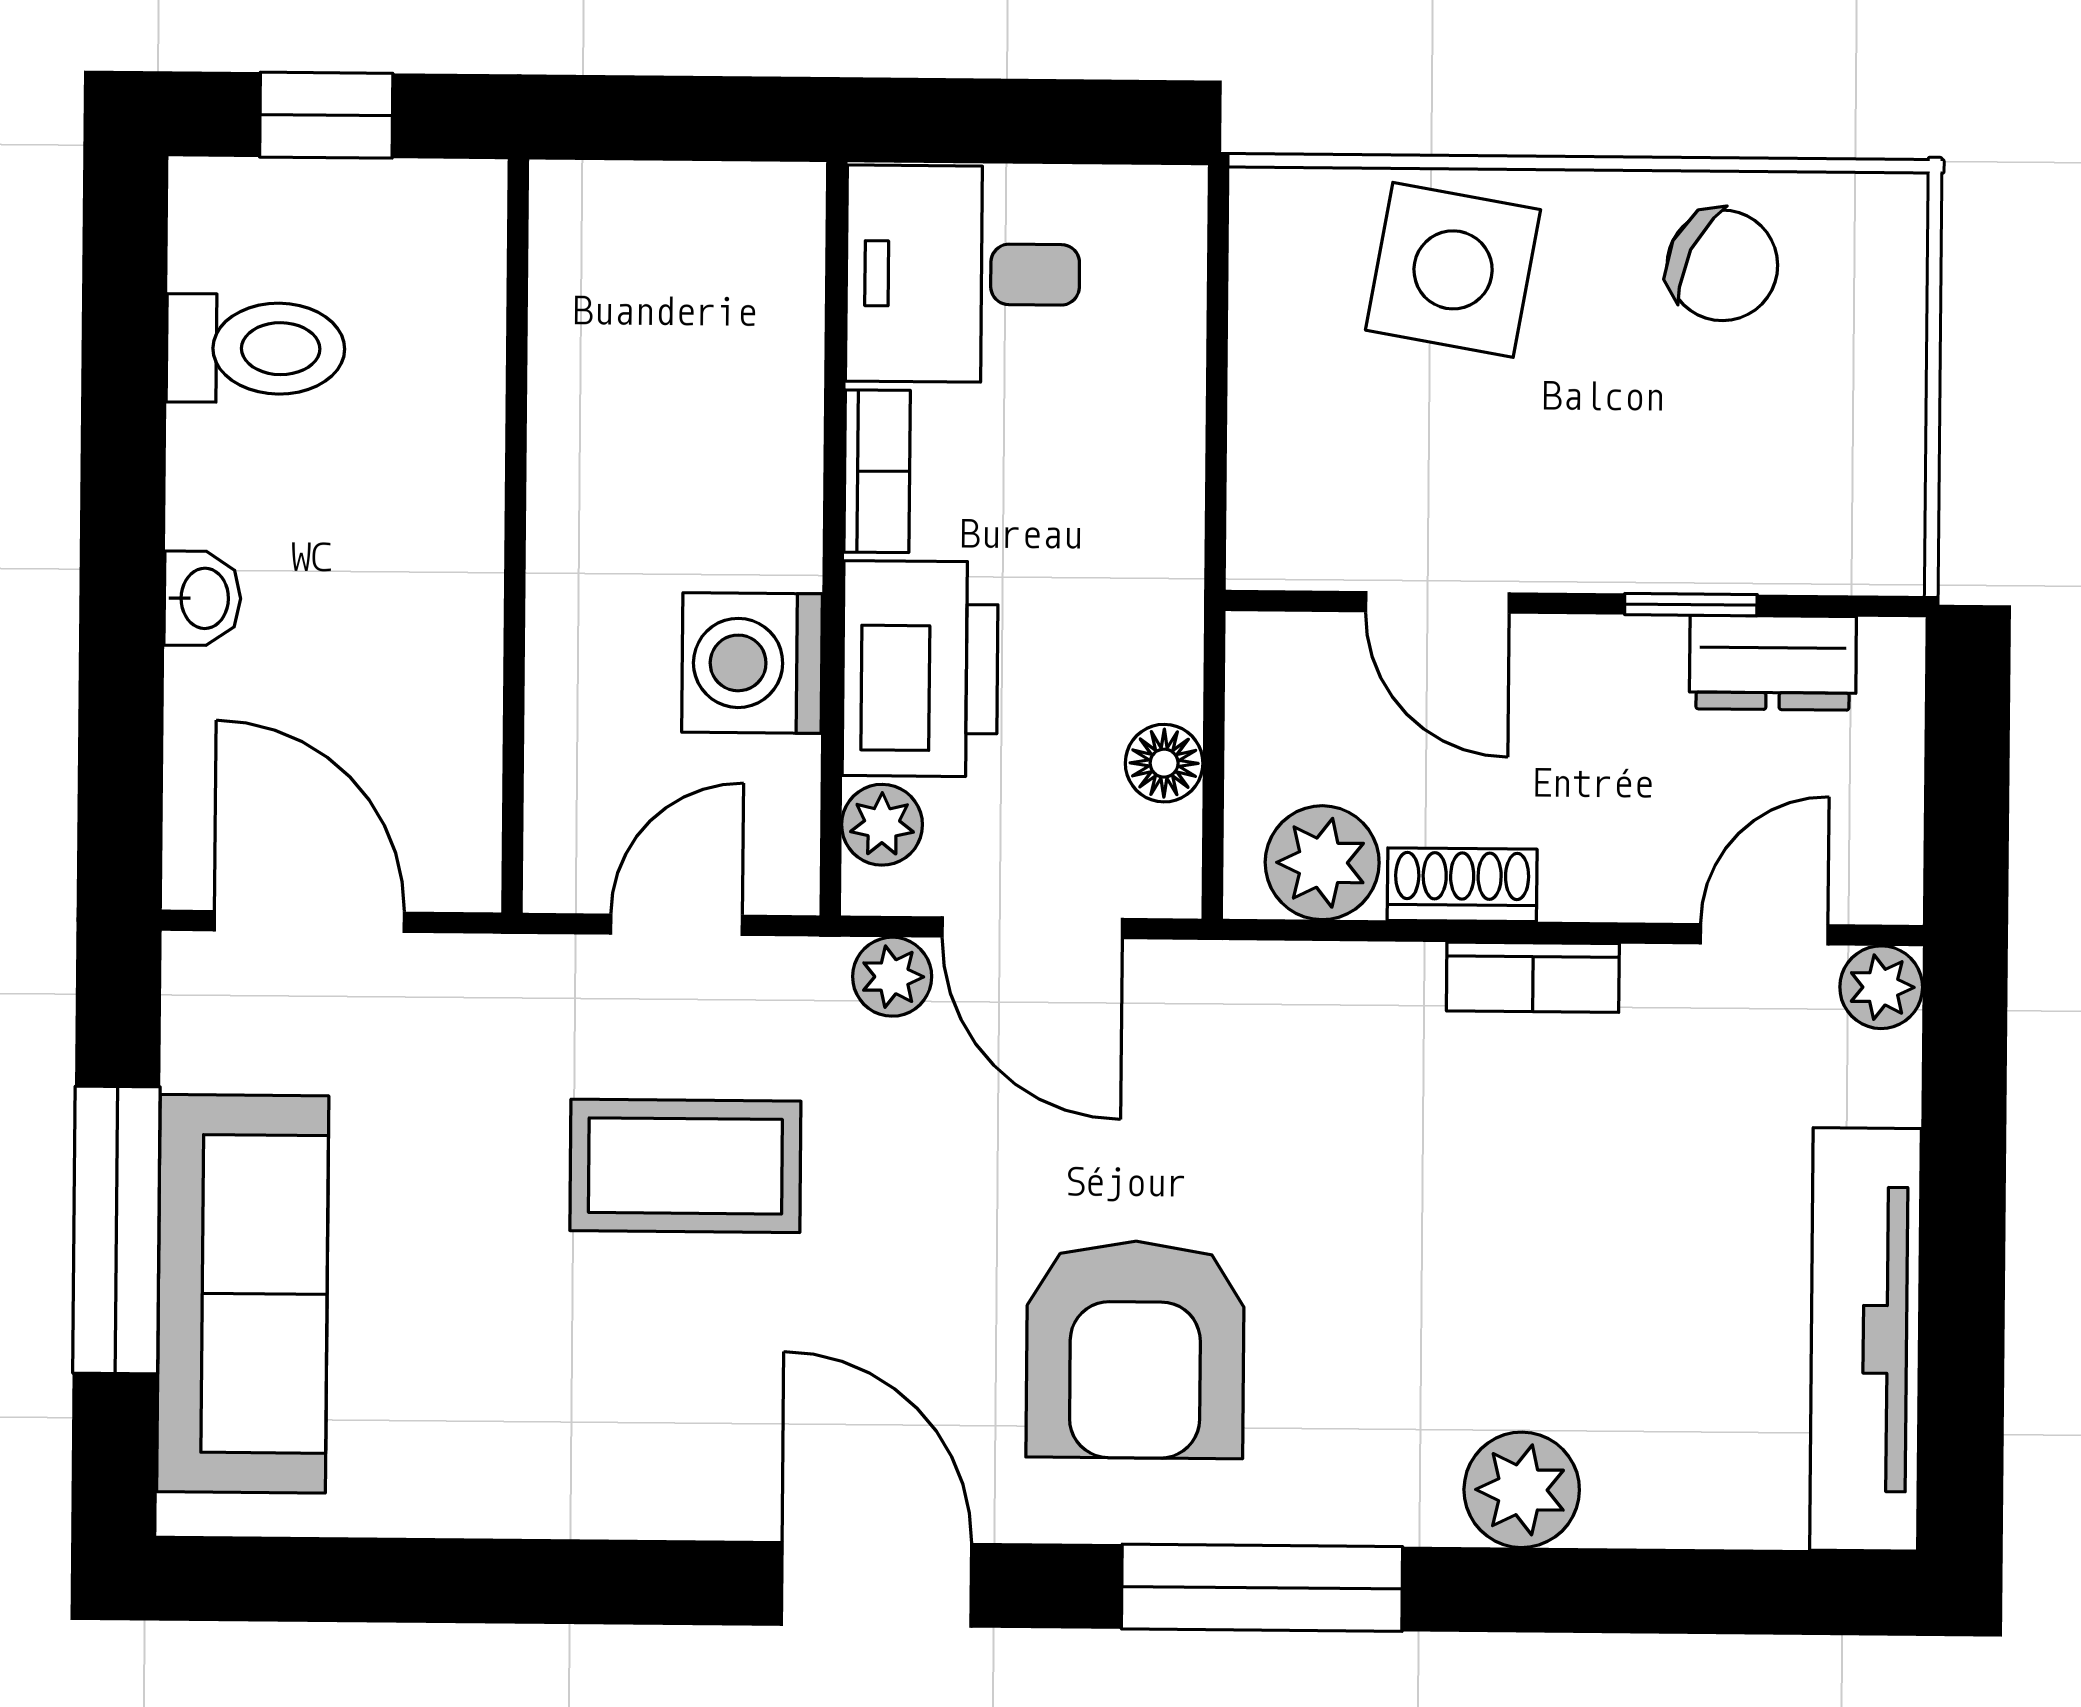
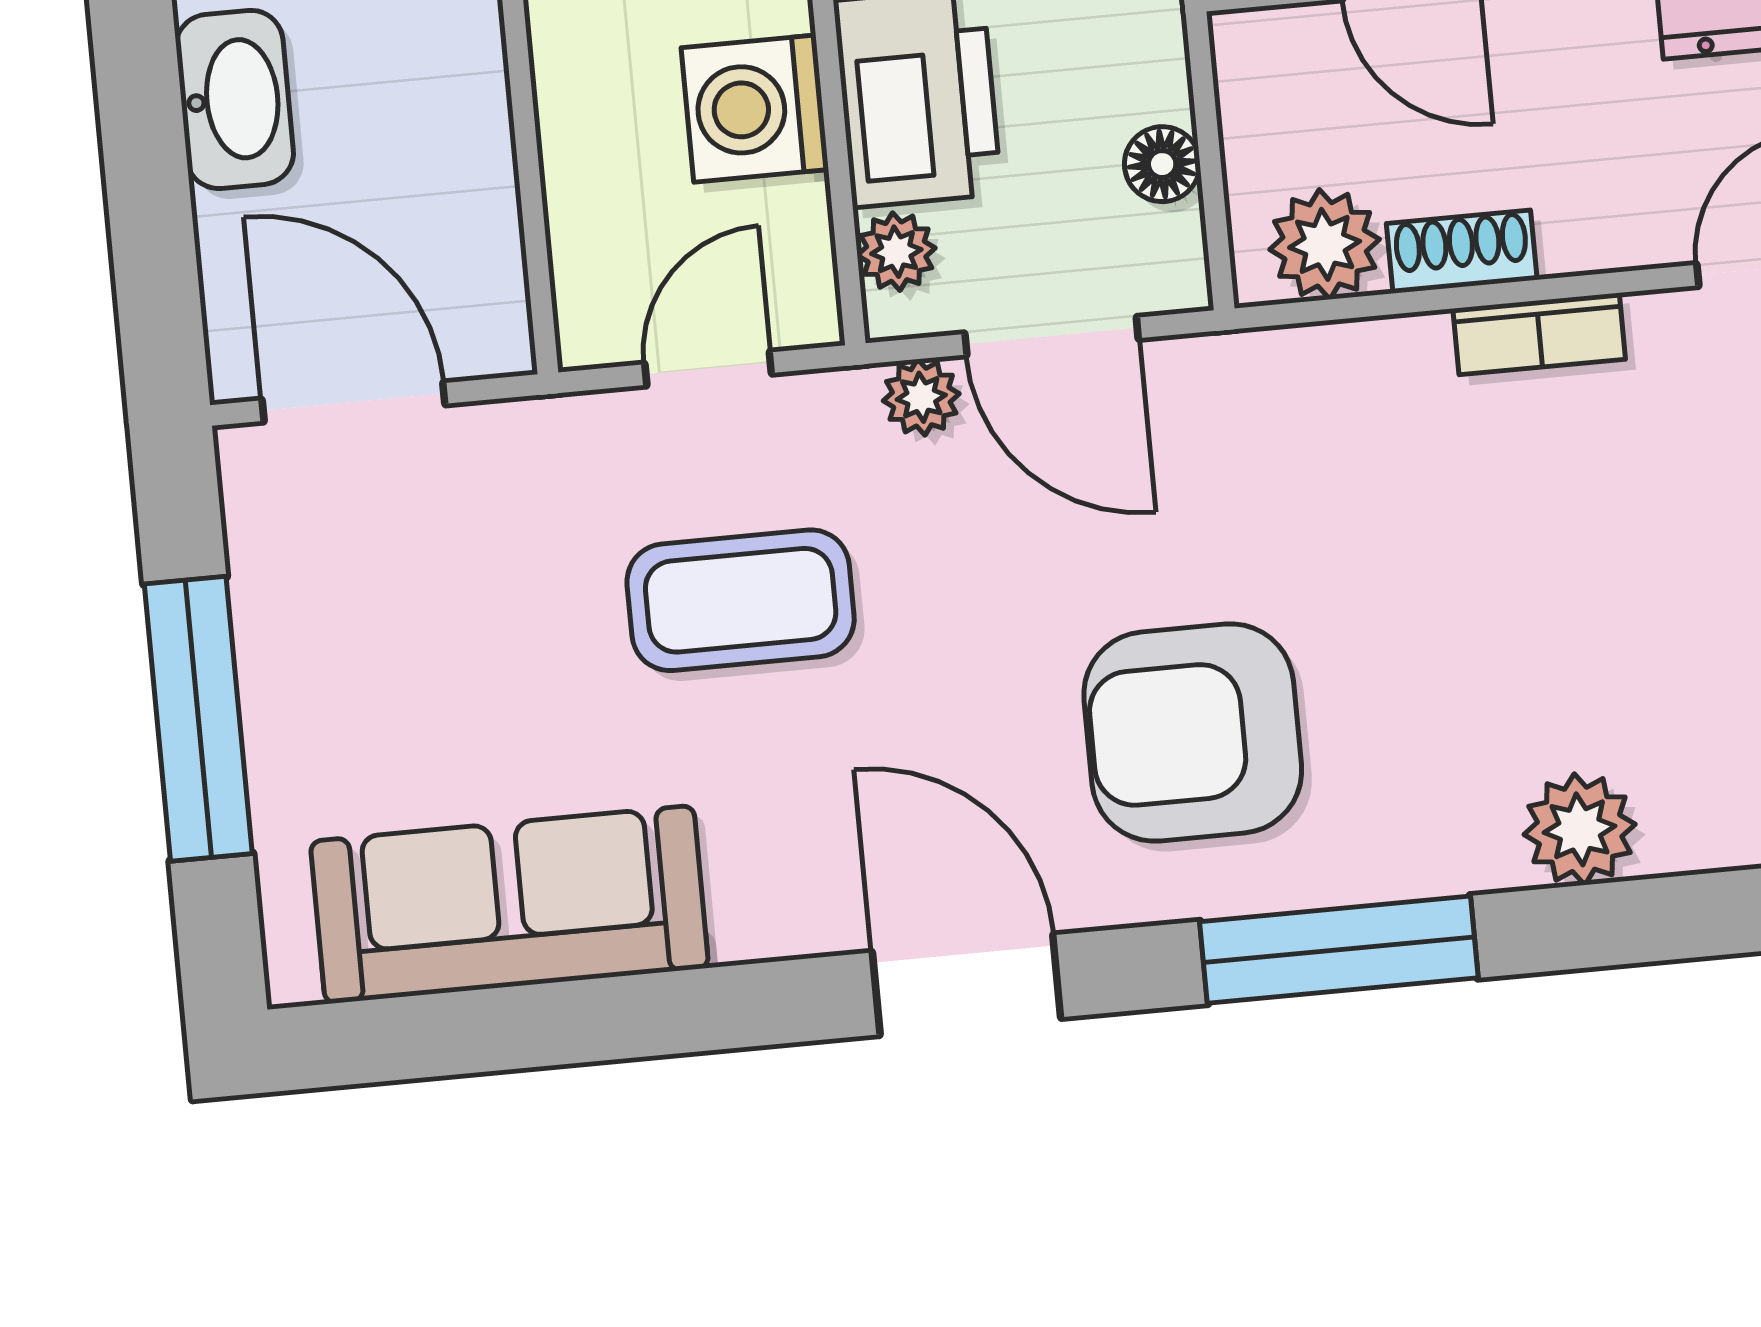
washbasin: (202, 598) -> (235, 99), width x1.91, depth x1.45
sofa: (243, 1294) -> (509, 905), moved, turned -90
armchair: (1135, 1349) -> (1193, 733), turned 90

